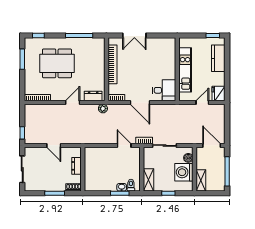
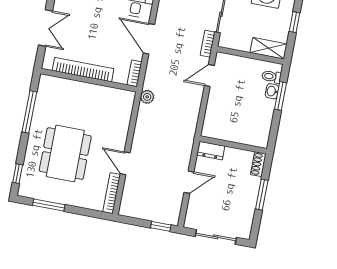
dresser: (93, 96) -> (125, 108), removed
door: (73, 103) -> (125, 163), moved
door: (140, 103) -> (149, 39), swing flipped
dresser: (76, 166) -> (211, 151), moved

